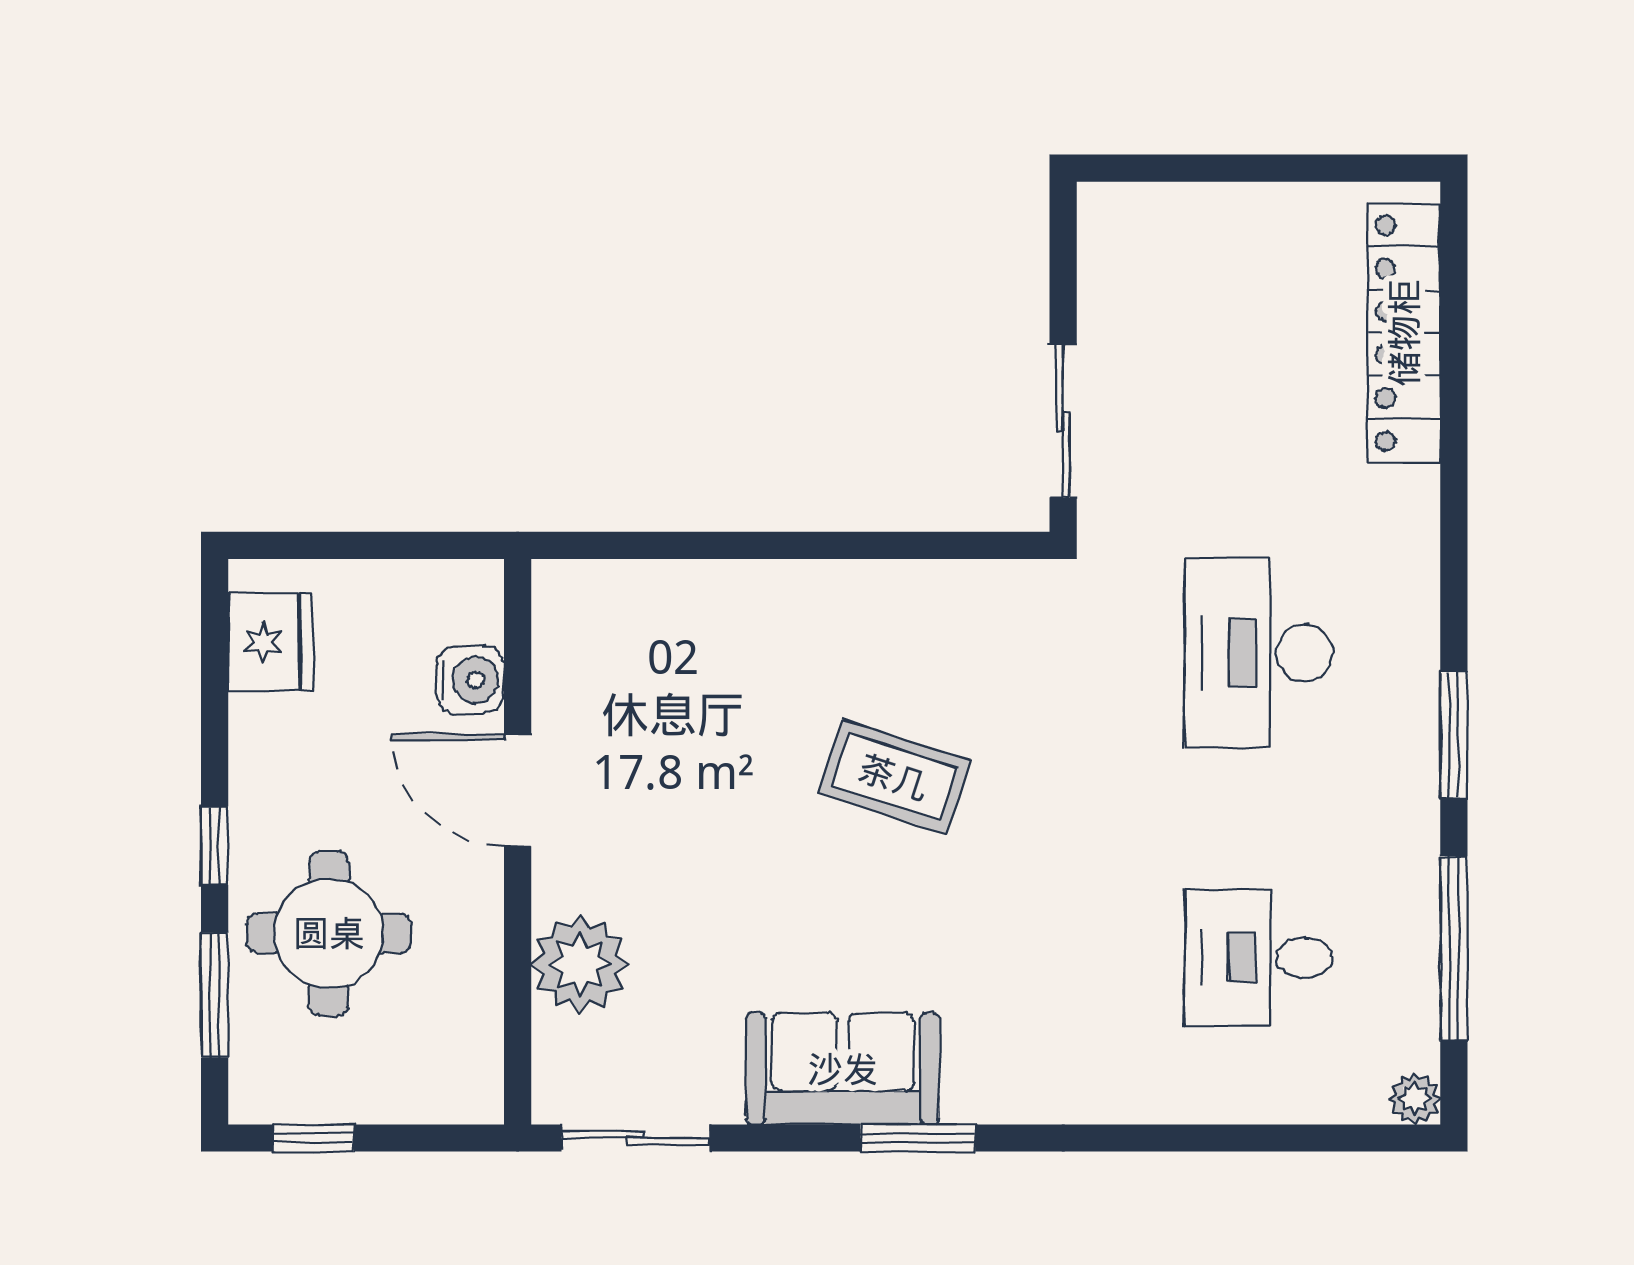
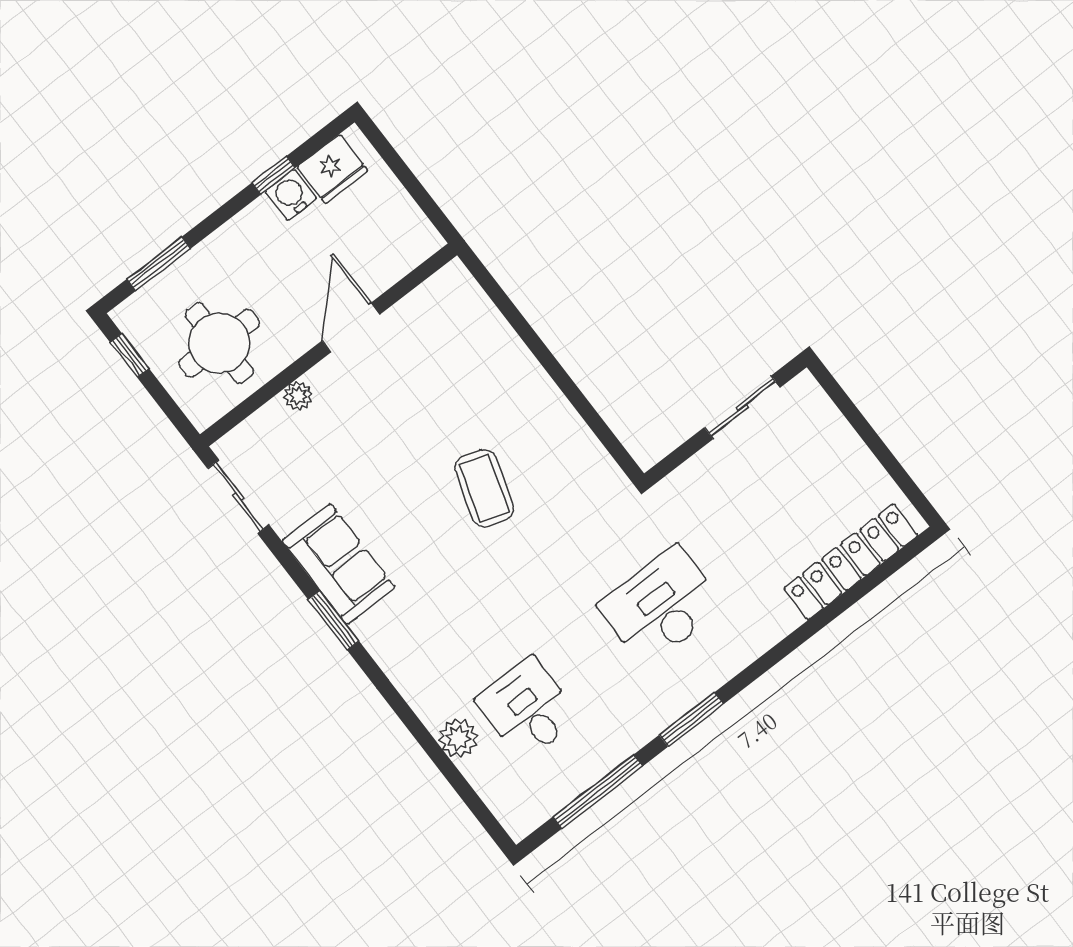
sliding door: (1063, 421) -> (742, 407), moved
water cooler: (470, 680) -> (291, 195), moved, turned 180
window: (215, 846) -> (274, 175), moved
round table: (329, 933) -> (219, 343), moved
plant: (580, 964) -> (298, 396), width x0.53, depth x0.53
plant: (1415, 1099) -> (458, 738), moved, width x1.38, depth x1.38

